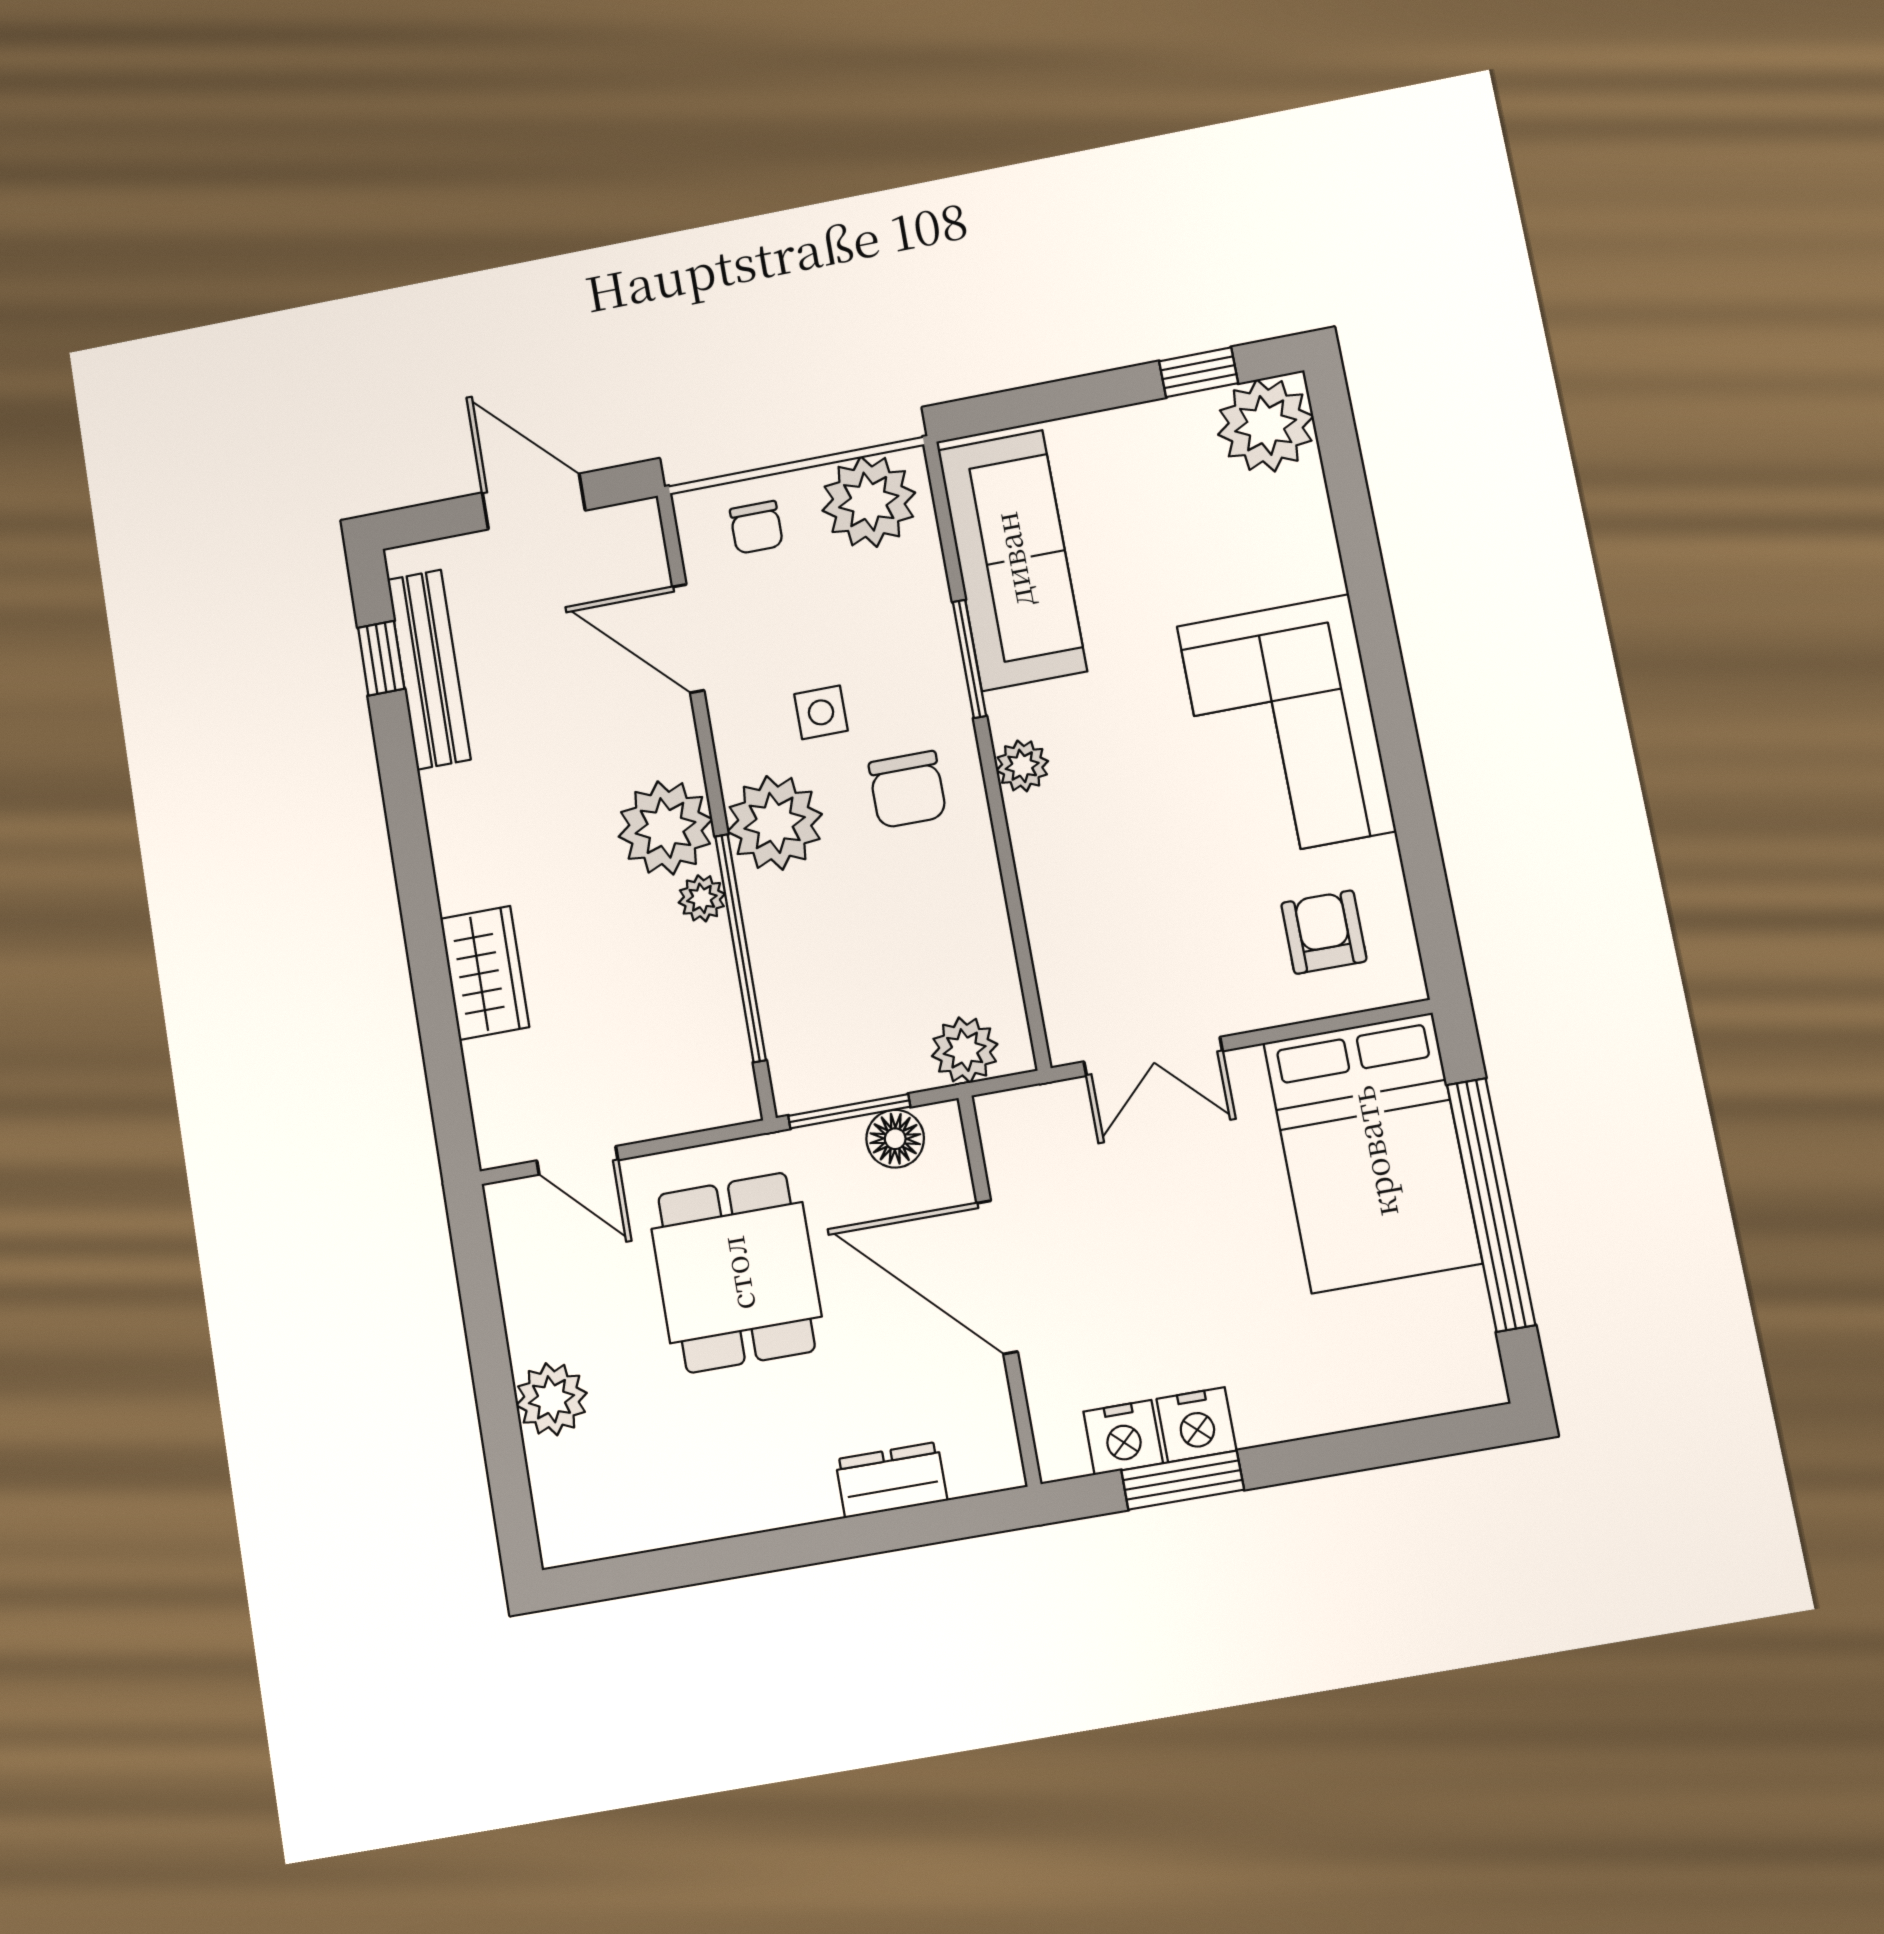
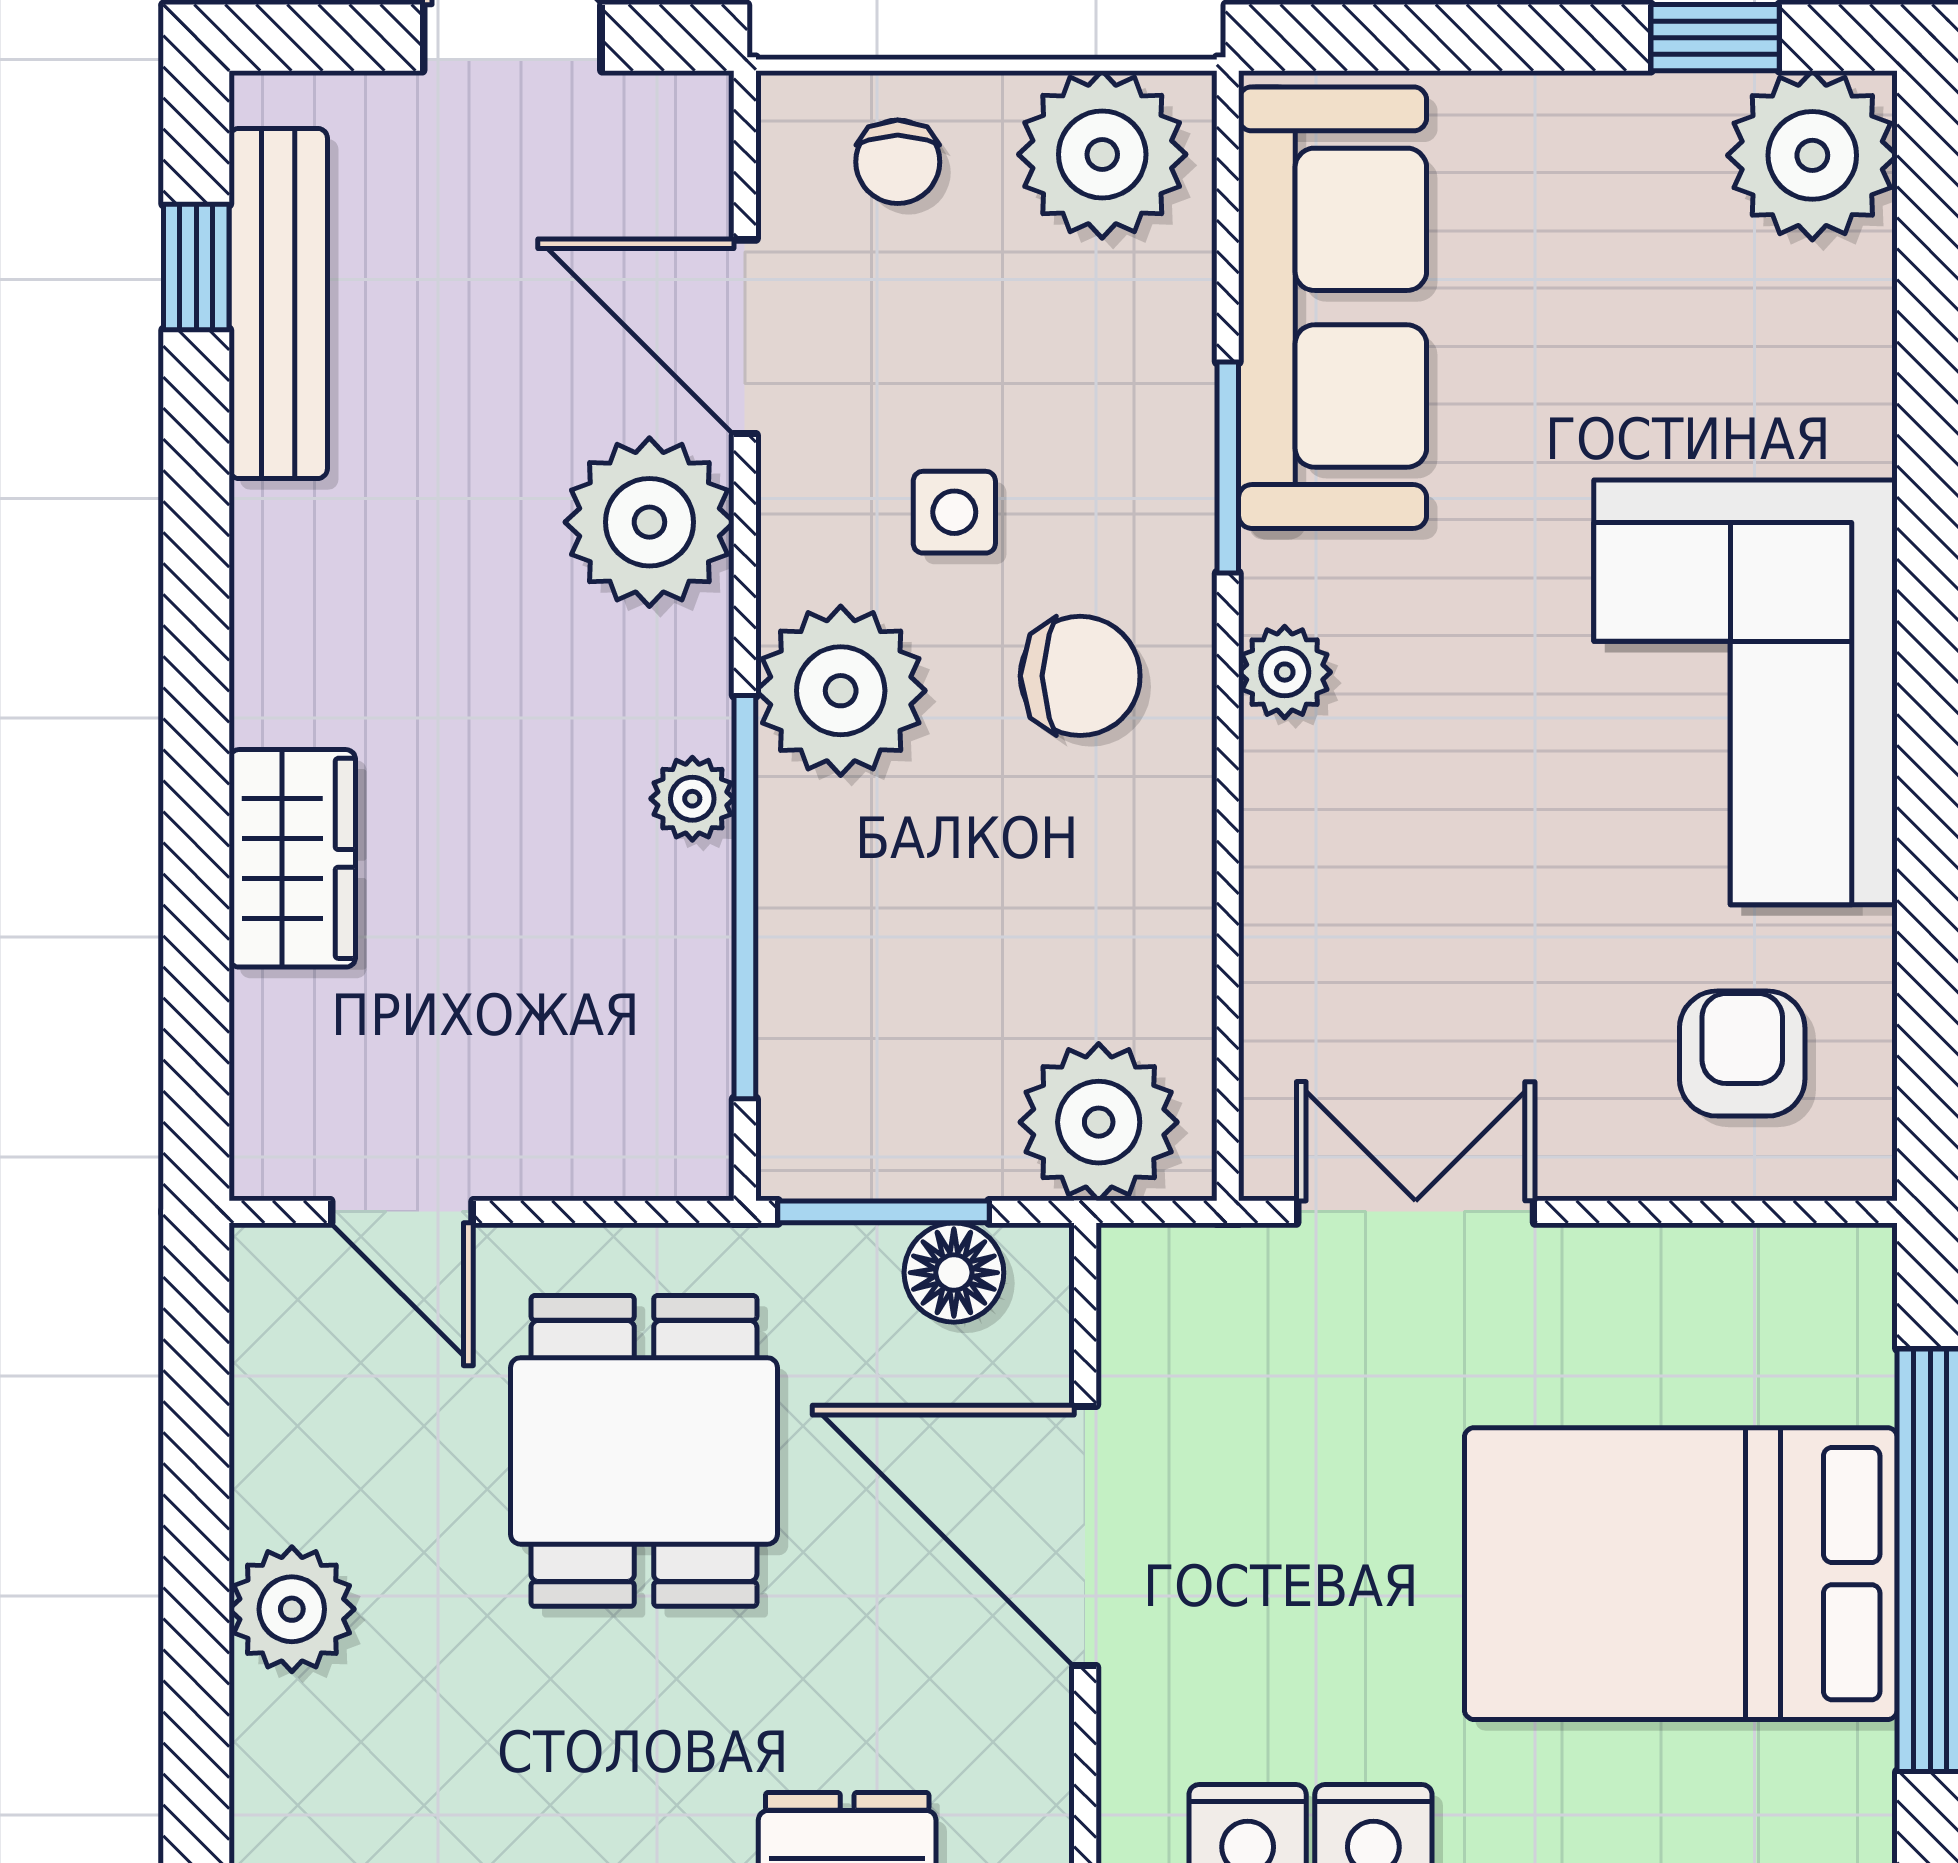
chair: (907, 790) -> (1080, 676), turned -90
plant: (665, 828) -> (649, 522), moved
plant: (965, 1050) -> (1099, 1122), width x1.36, depth x1.36
double door: (1153, 1056) -> (1416, 1212), swing flipped
bed: (1372, 1152) -> (1681, 1574), moved, turned 90

